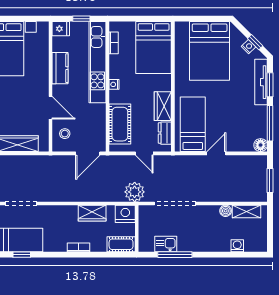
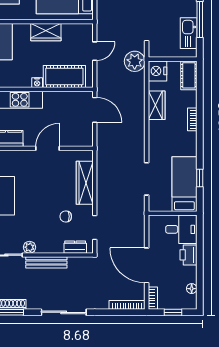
nightstand: (114, 84) -> (37, 83), moved
dresser: (165, 133) -> (74, 30), removed
stool: (65, 134) -> (74, 134), removed
kitchen sink: (166, 244) -> (189, 33), width x1.38

